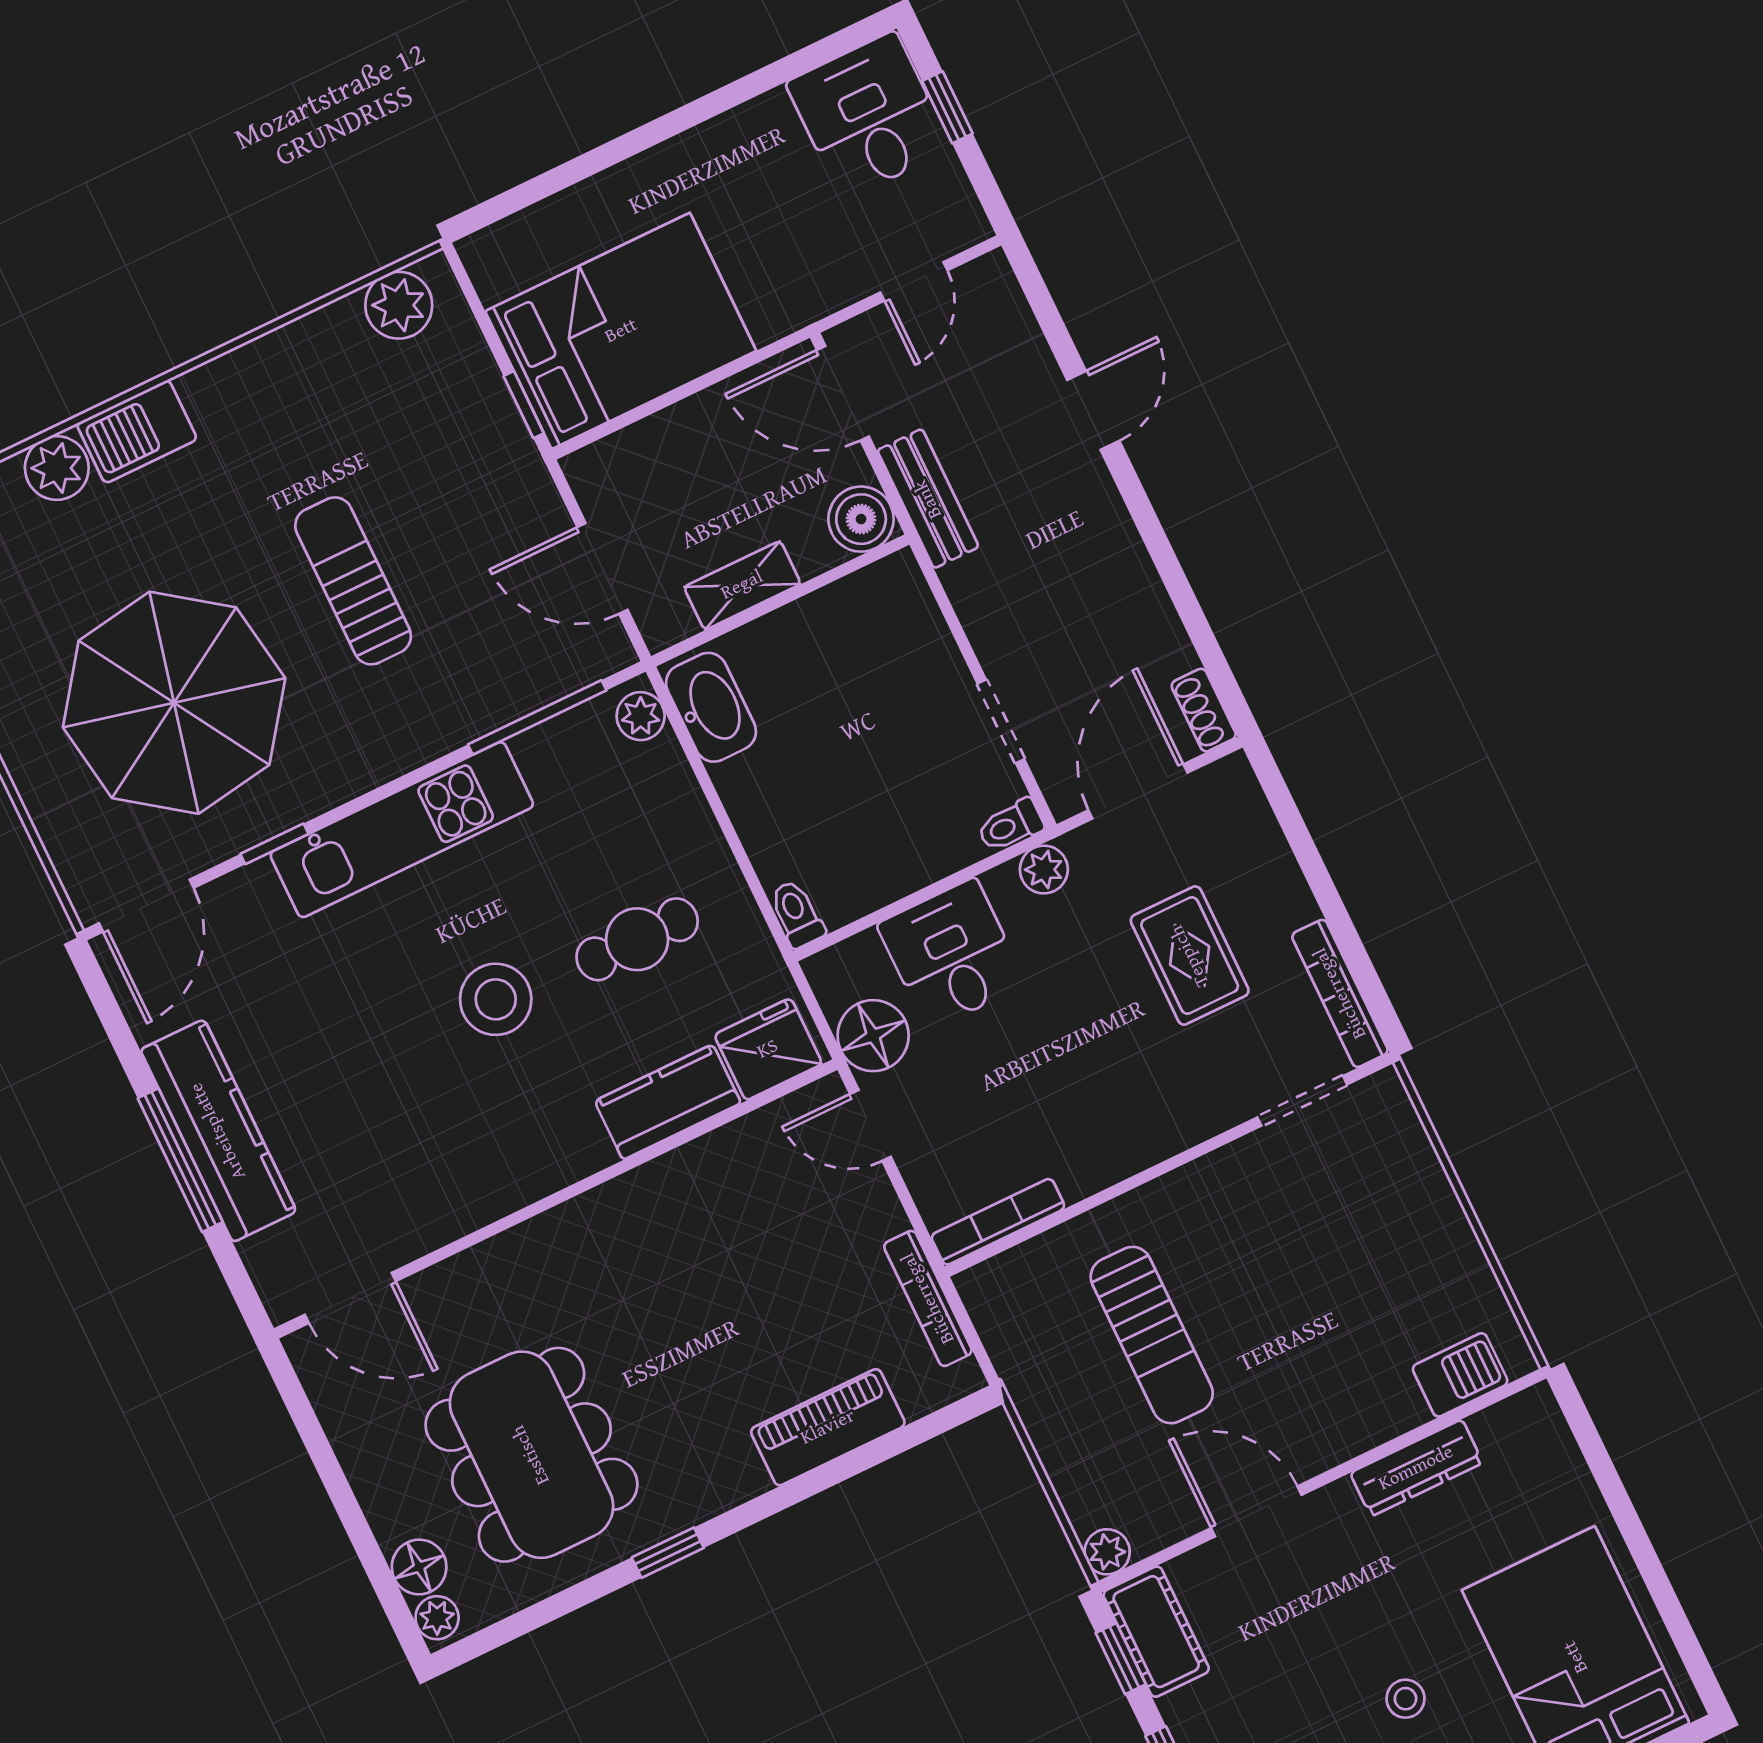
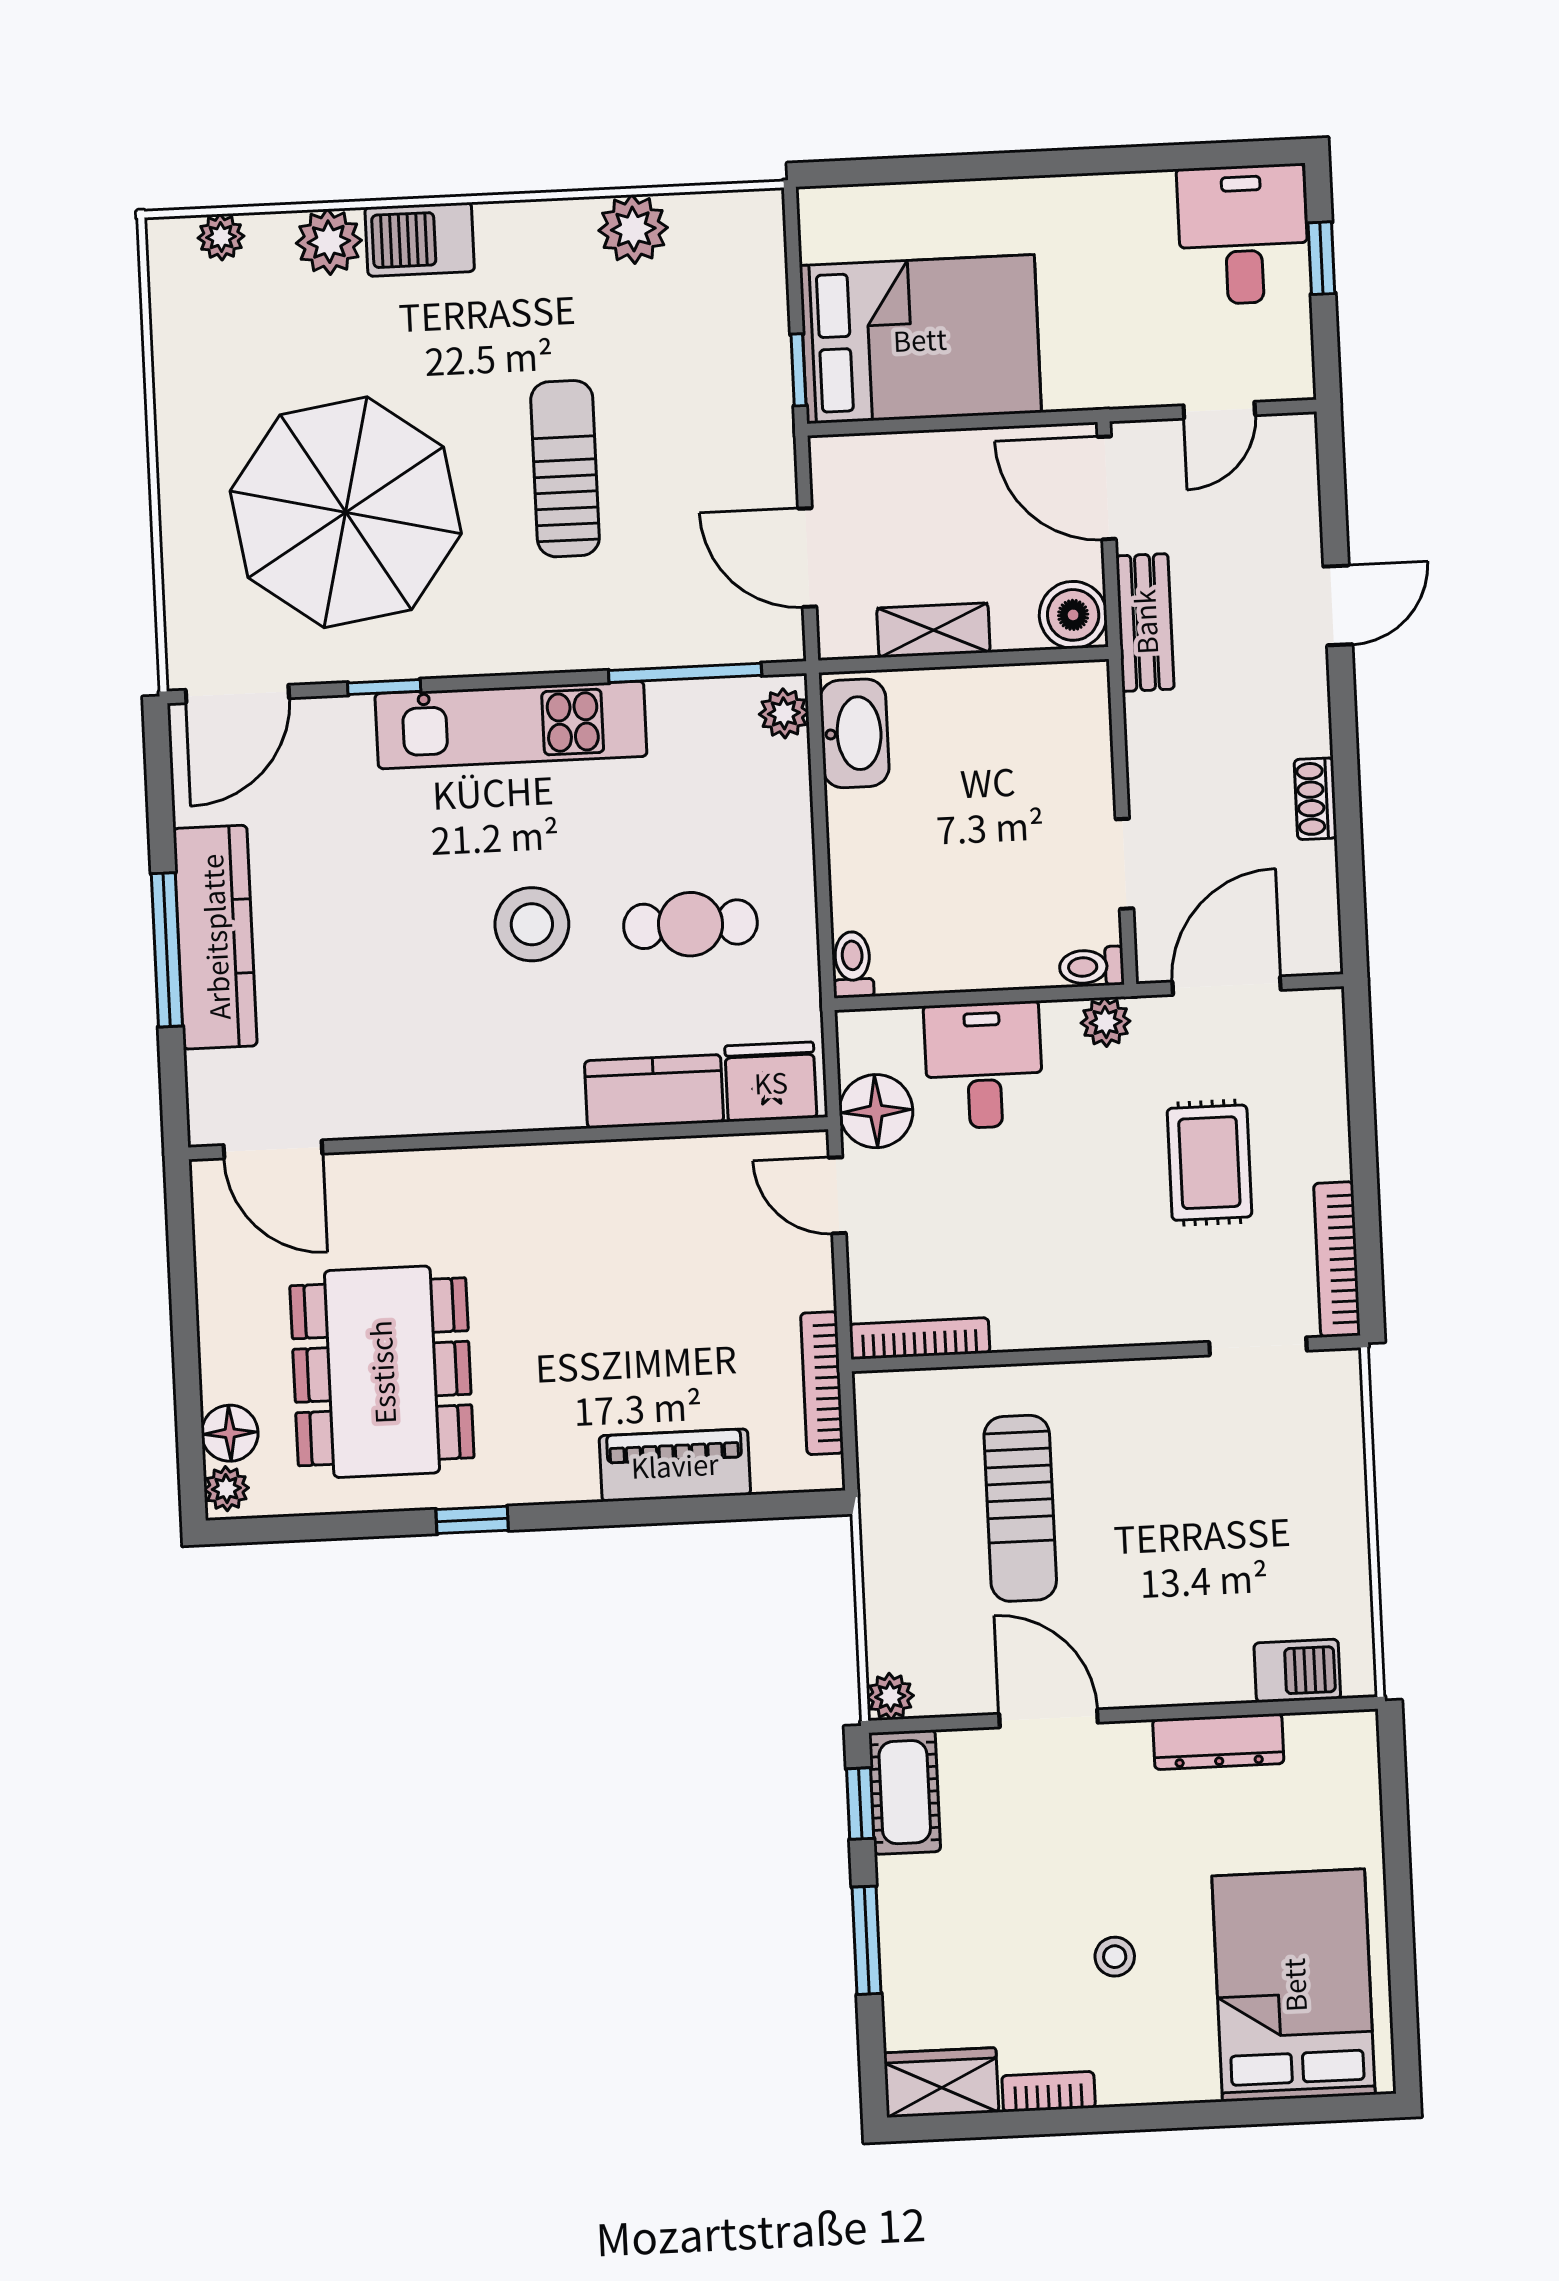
plant: (399, 305) -> (633, 229), moved
shoe rack: (1204, 710) -> (1315, 799), moved

